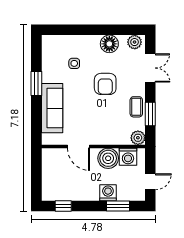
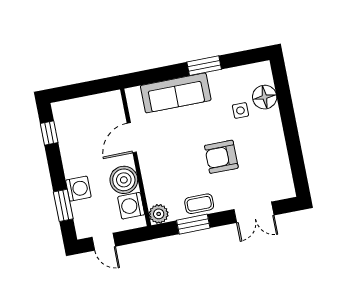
plant: (135, 42) -> (284, 185), removed
floor lamp: (109, 44) -> (265, 97), moved

